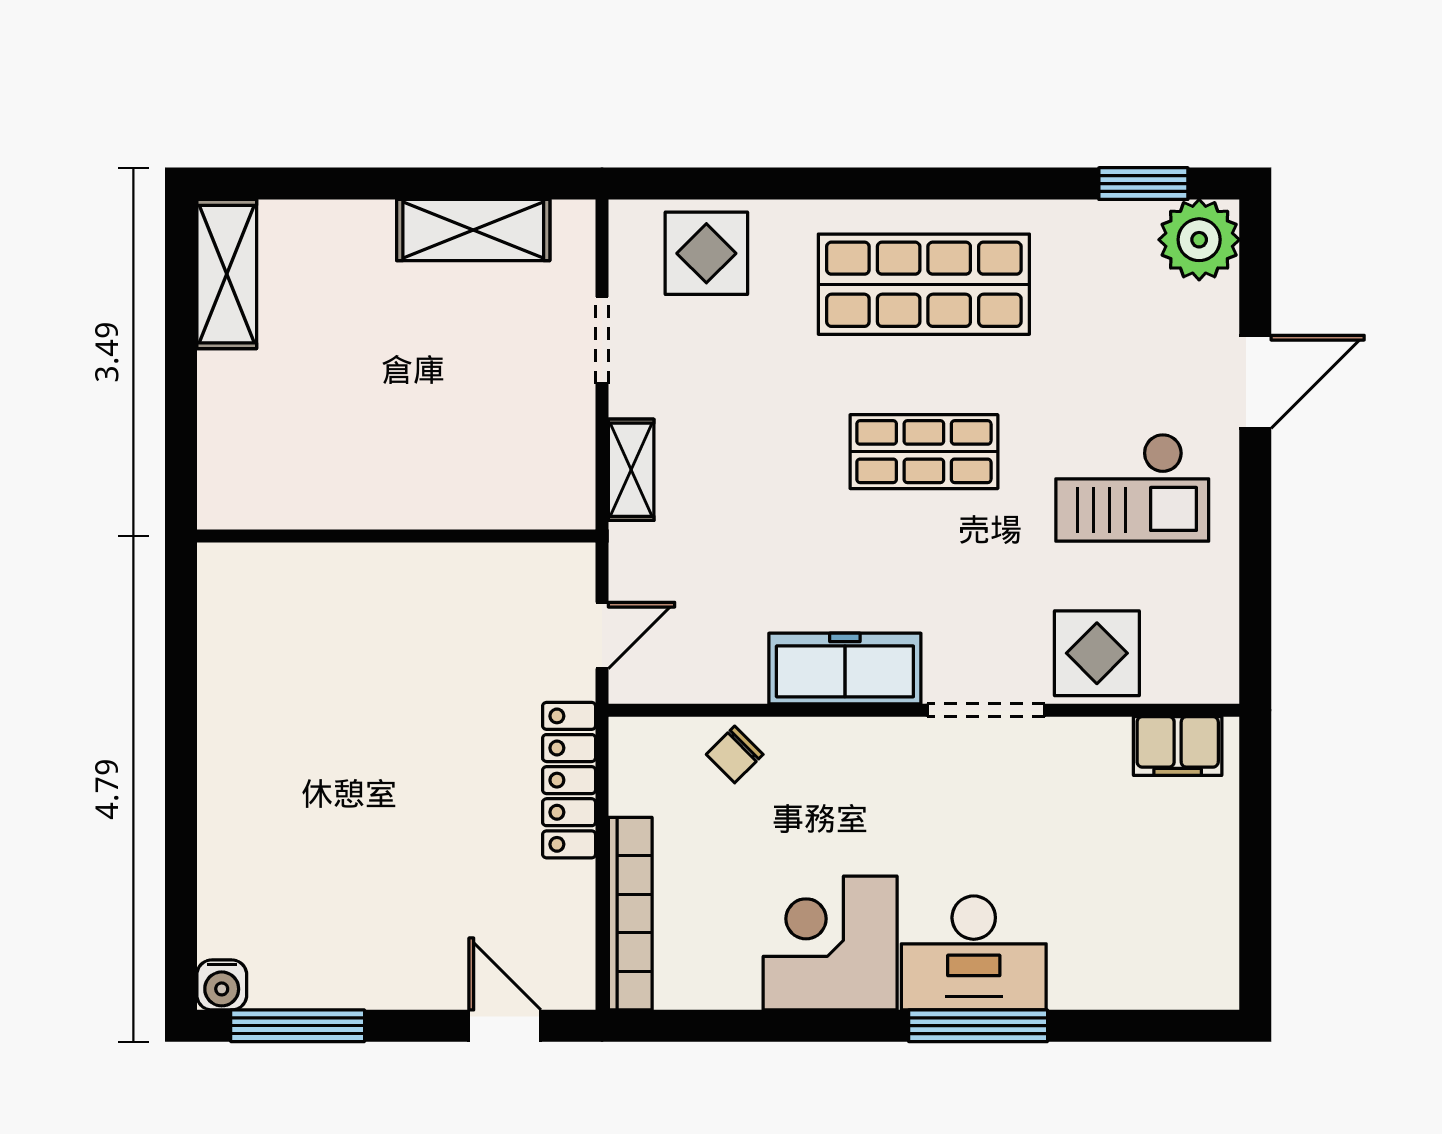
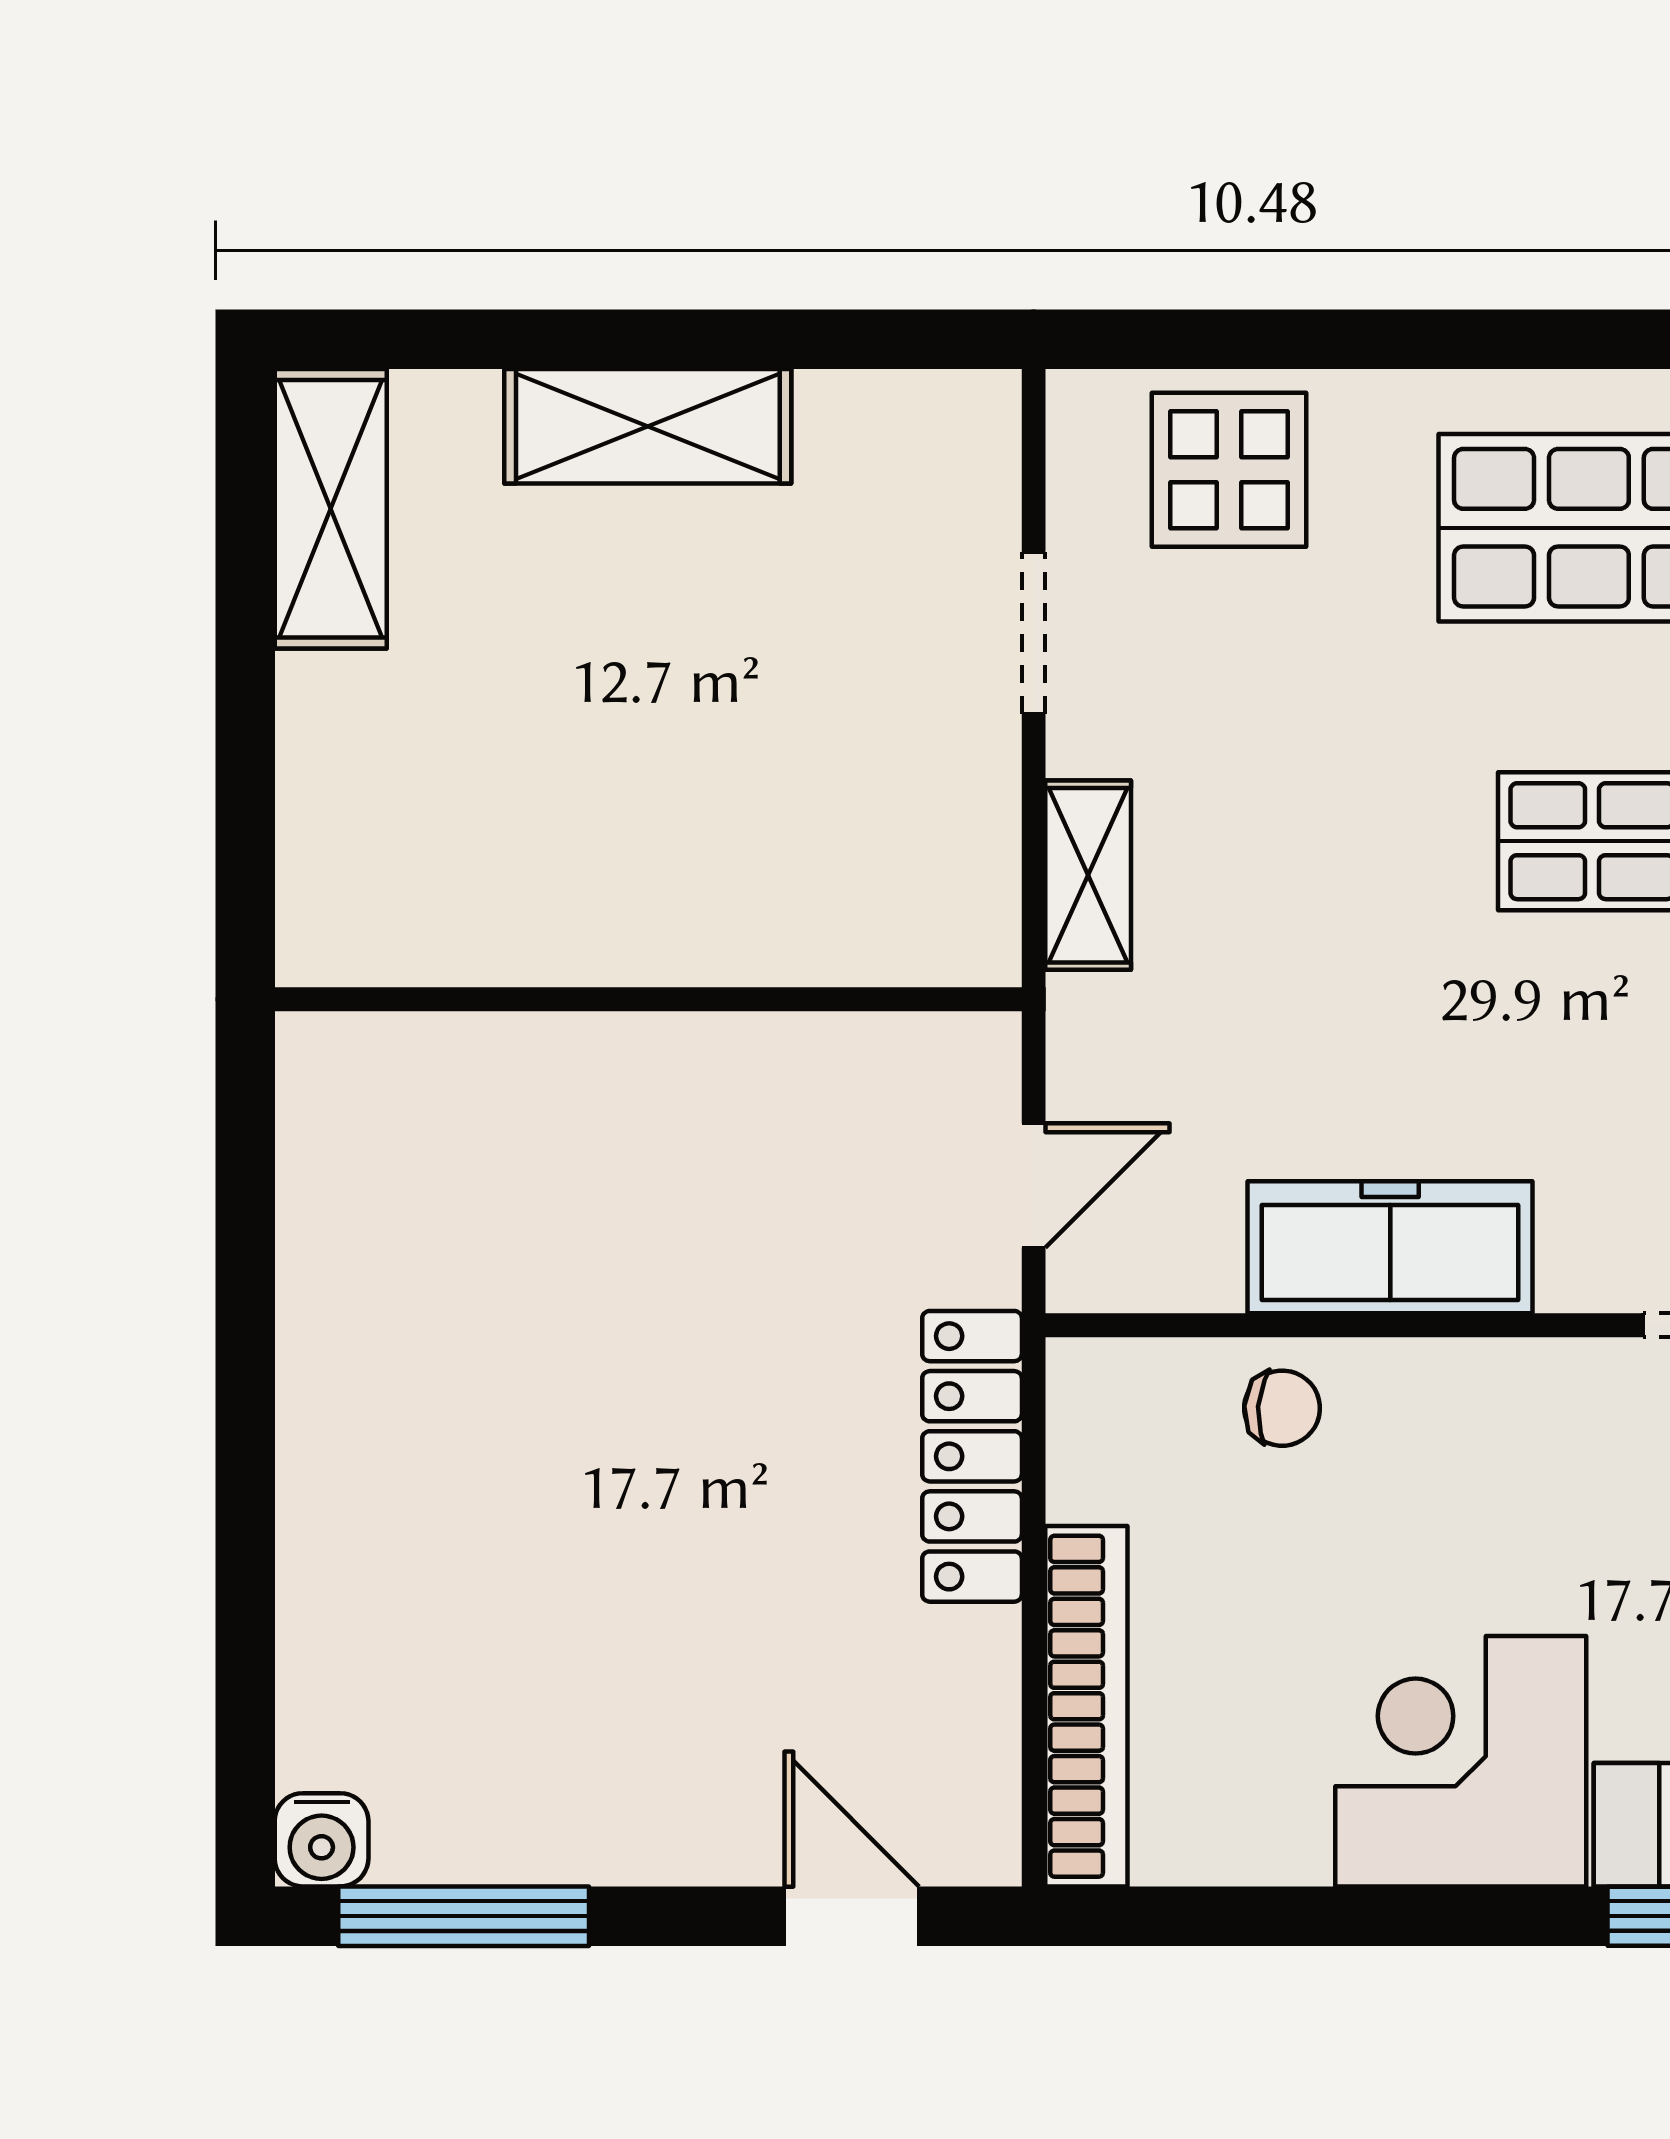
shelving: (473, 230) -> (648, 426), moved
freezer: (845, 669) -> (1390, 1247), moved
chair: (735, 754) -> (1282, 1408), turned -131

